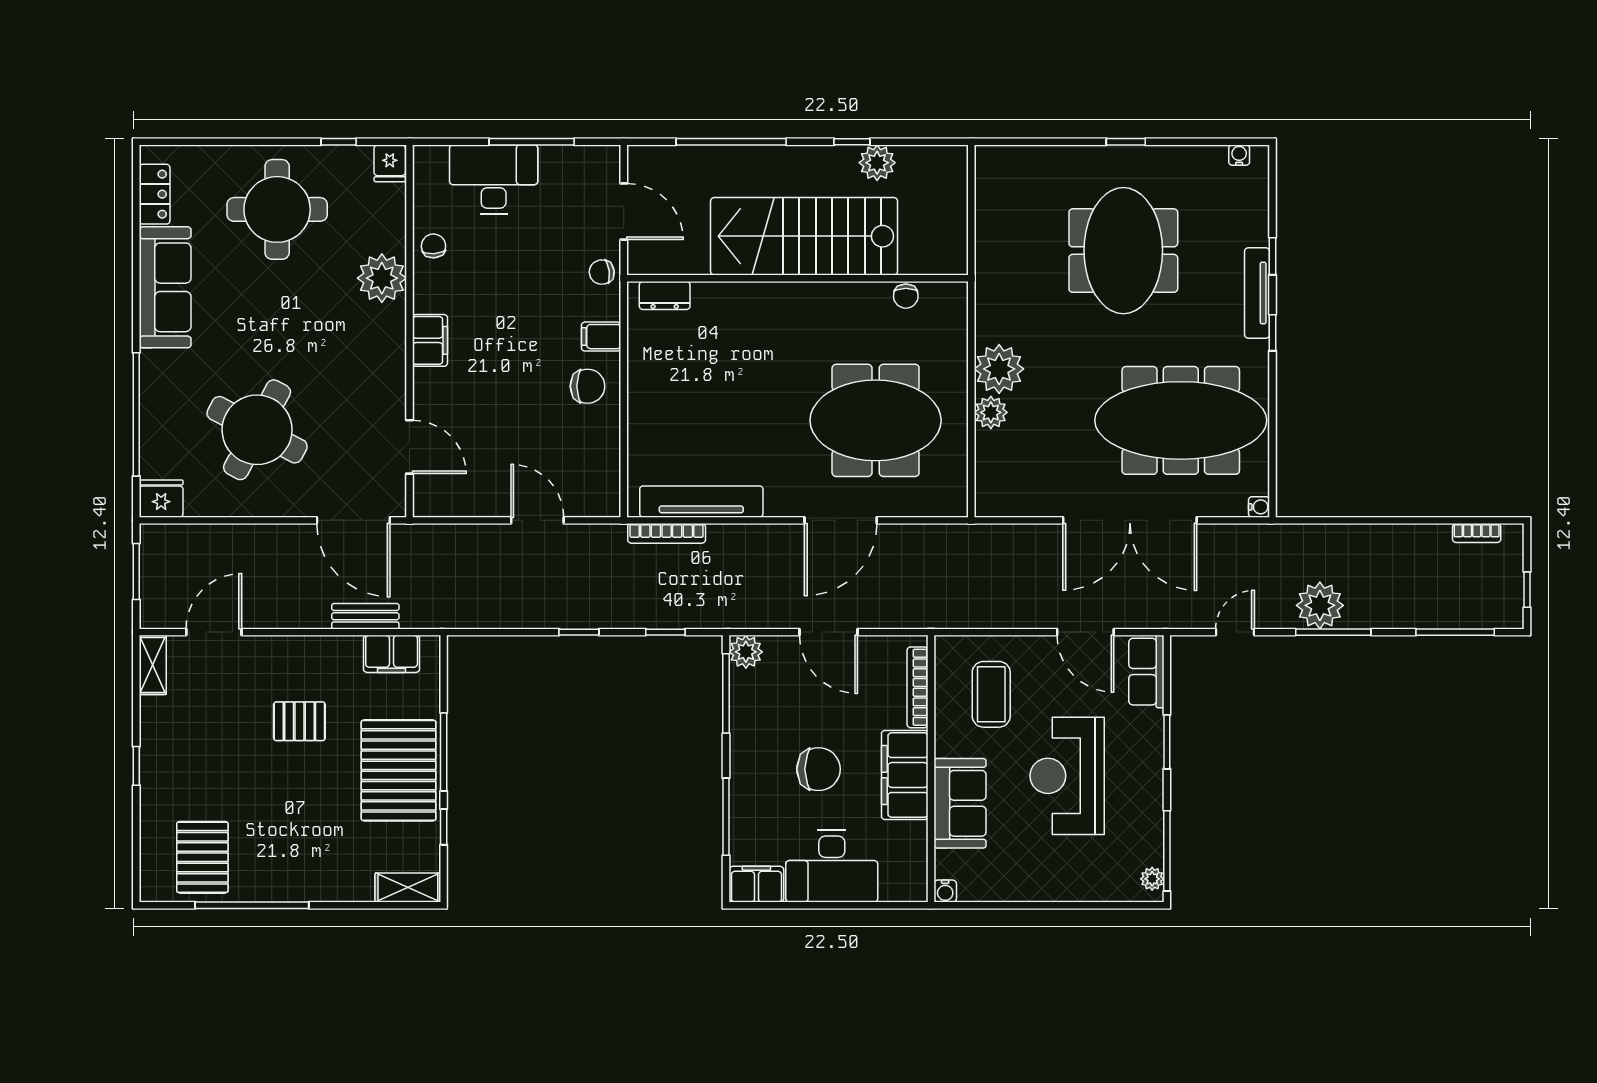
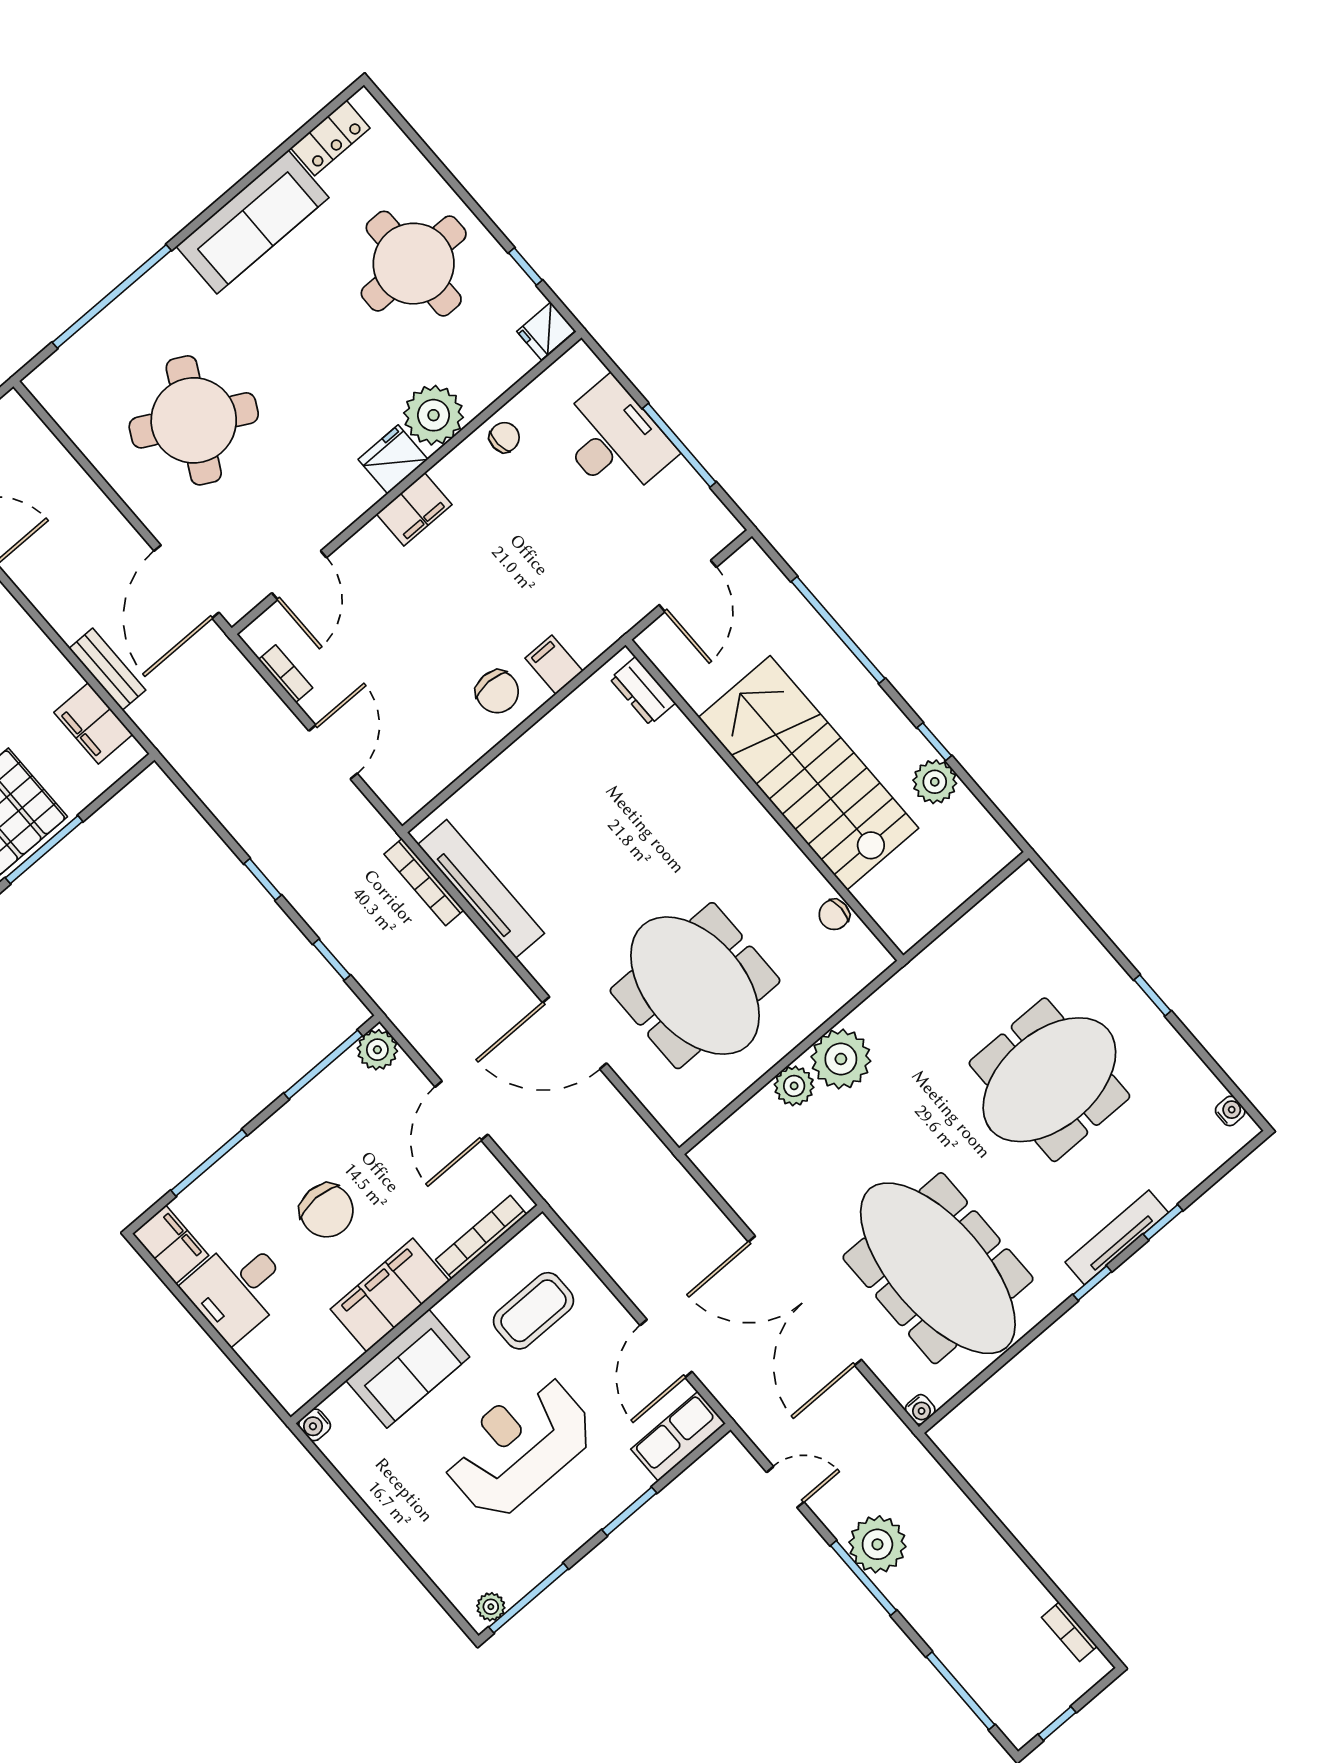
chair: (602, 272) -> (614, 614), removed
fridge: (161, 499) -> (393, 459), moved, turned -90
bookcase: (463, 508) -> (286, 674), added
desk: (832, 866) -> (237, 1289), width x0.73

